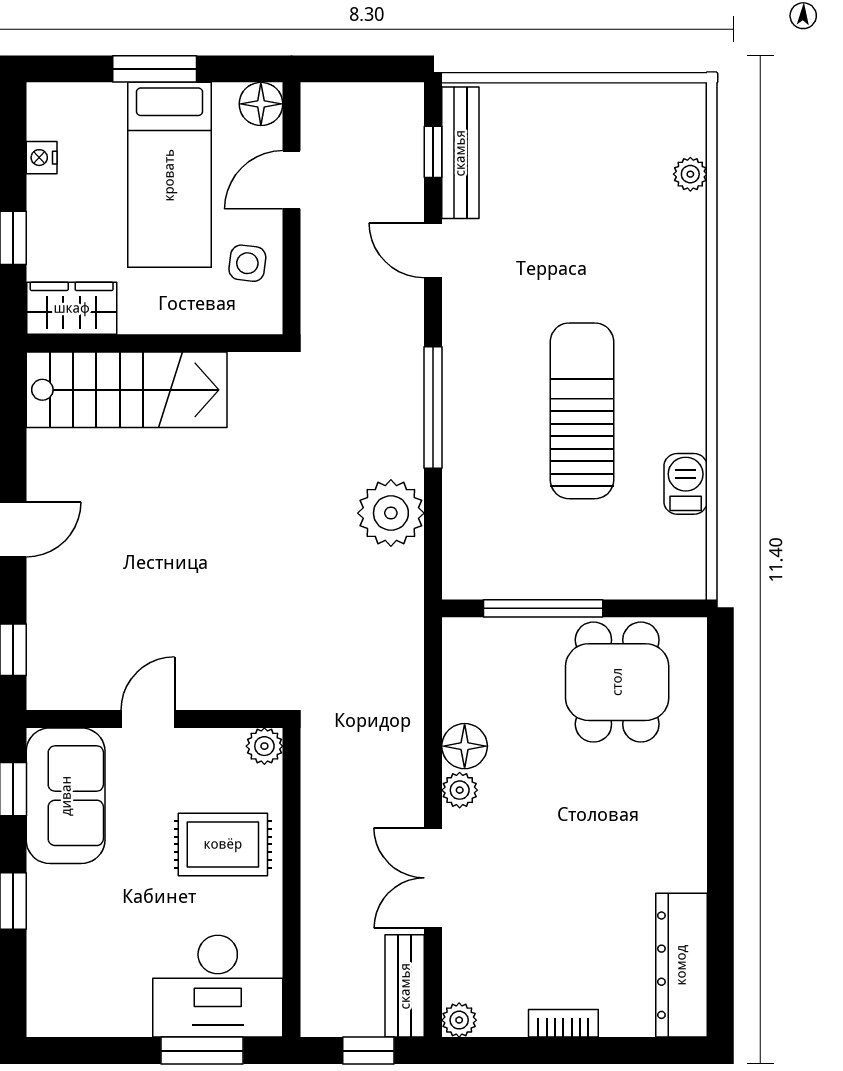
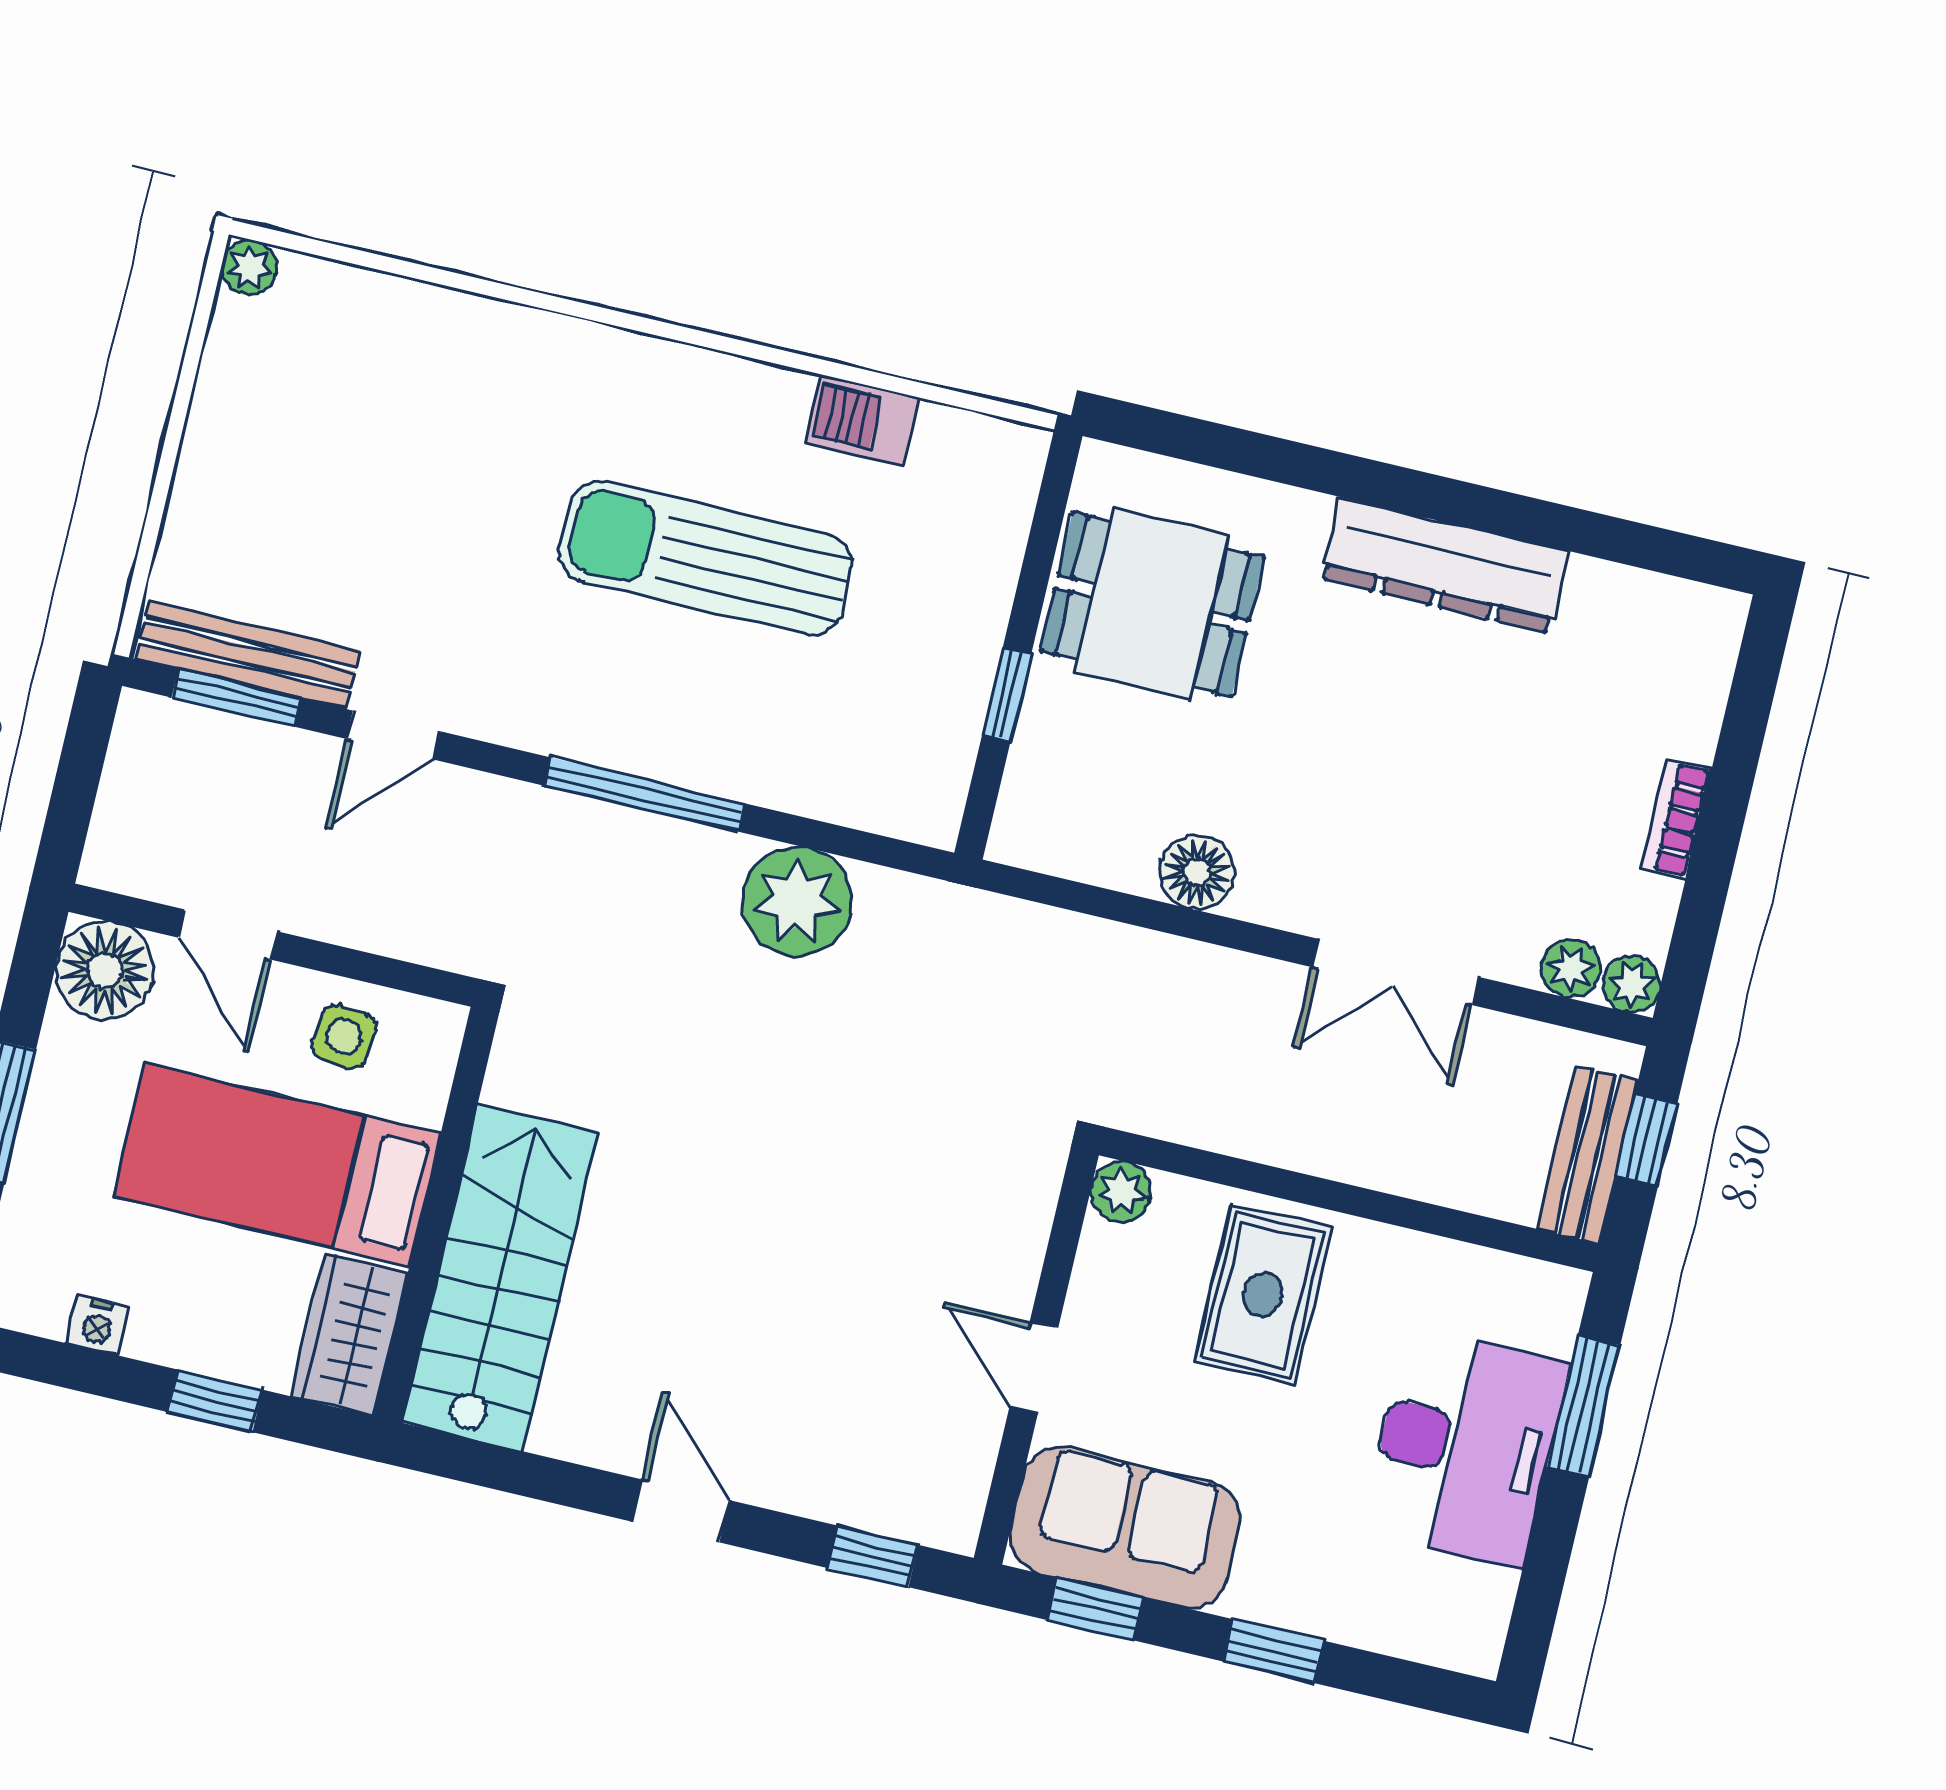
floor lamp: (261, 104) -> (105, 971), width x1.38, depth x1.38
window: (433, 152) -> (236, 698), width x1.50
plant: (690, 174) -> (249, 267), moved
bed: (169, 175) -> (277, 1165), moved, turned 180
window: (543, 608) -> (1007, 695), width x0.46
plant: (460, 790) -> (1571, 969), moved
dresser: (681, 965) -> (1444, 565), moved
desk: (218, 986) -> (1465, 1447), moved
bench: (405, 986) -> (1588, 1154), moved, turned 90

